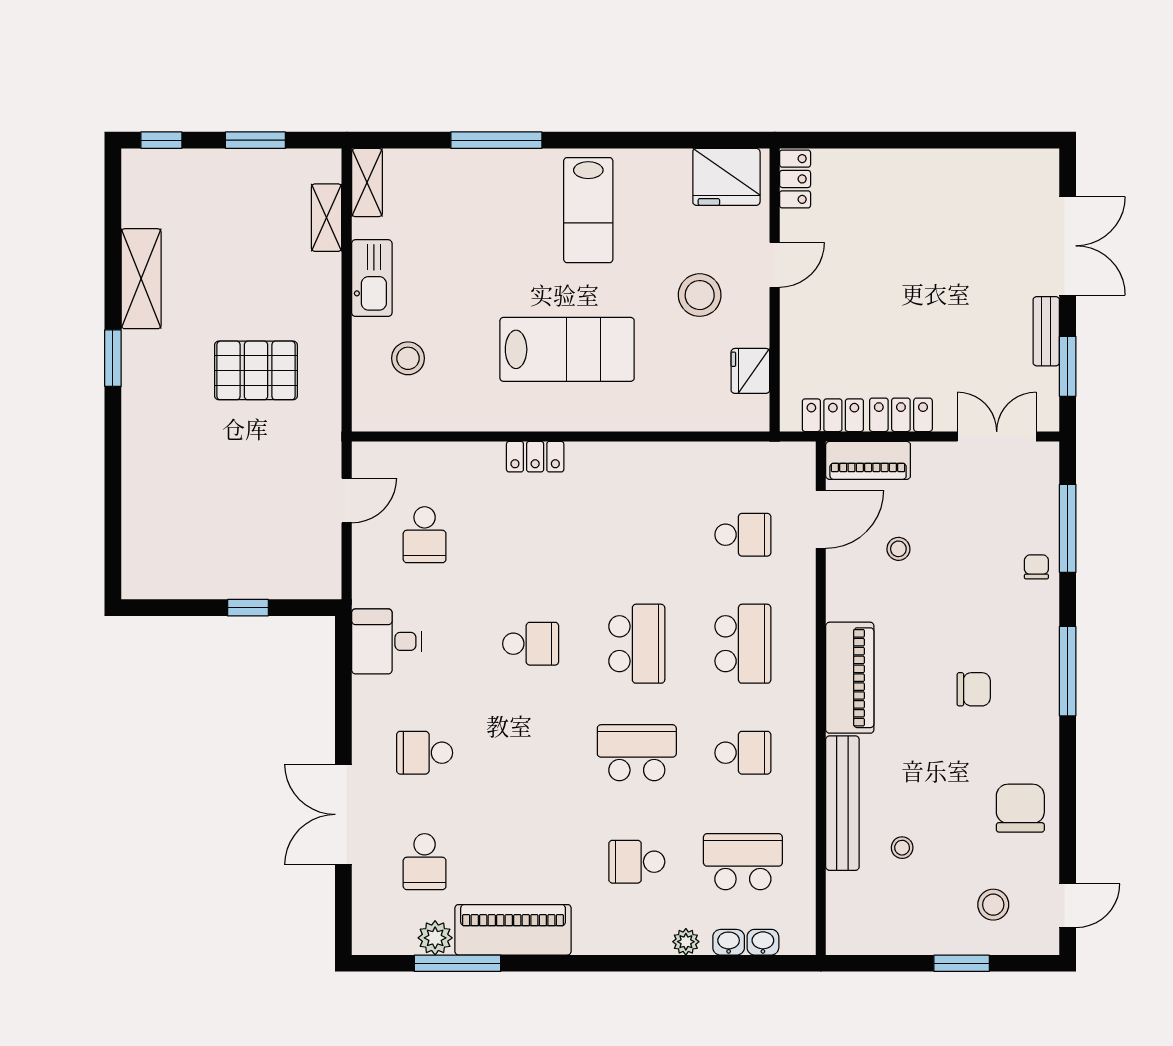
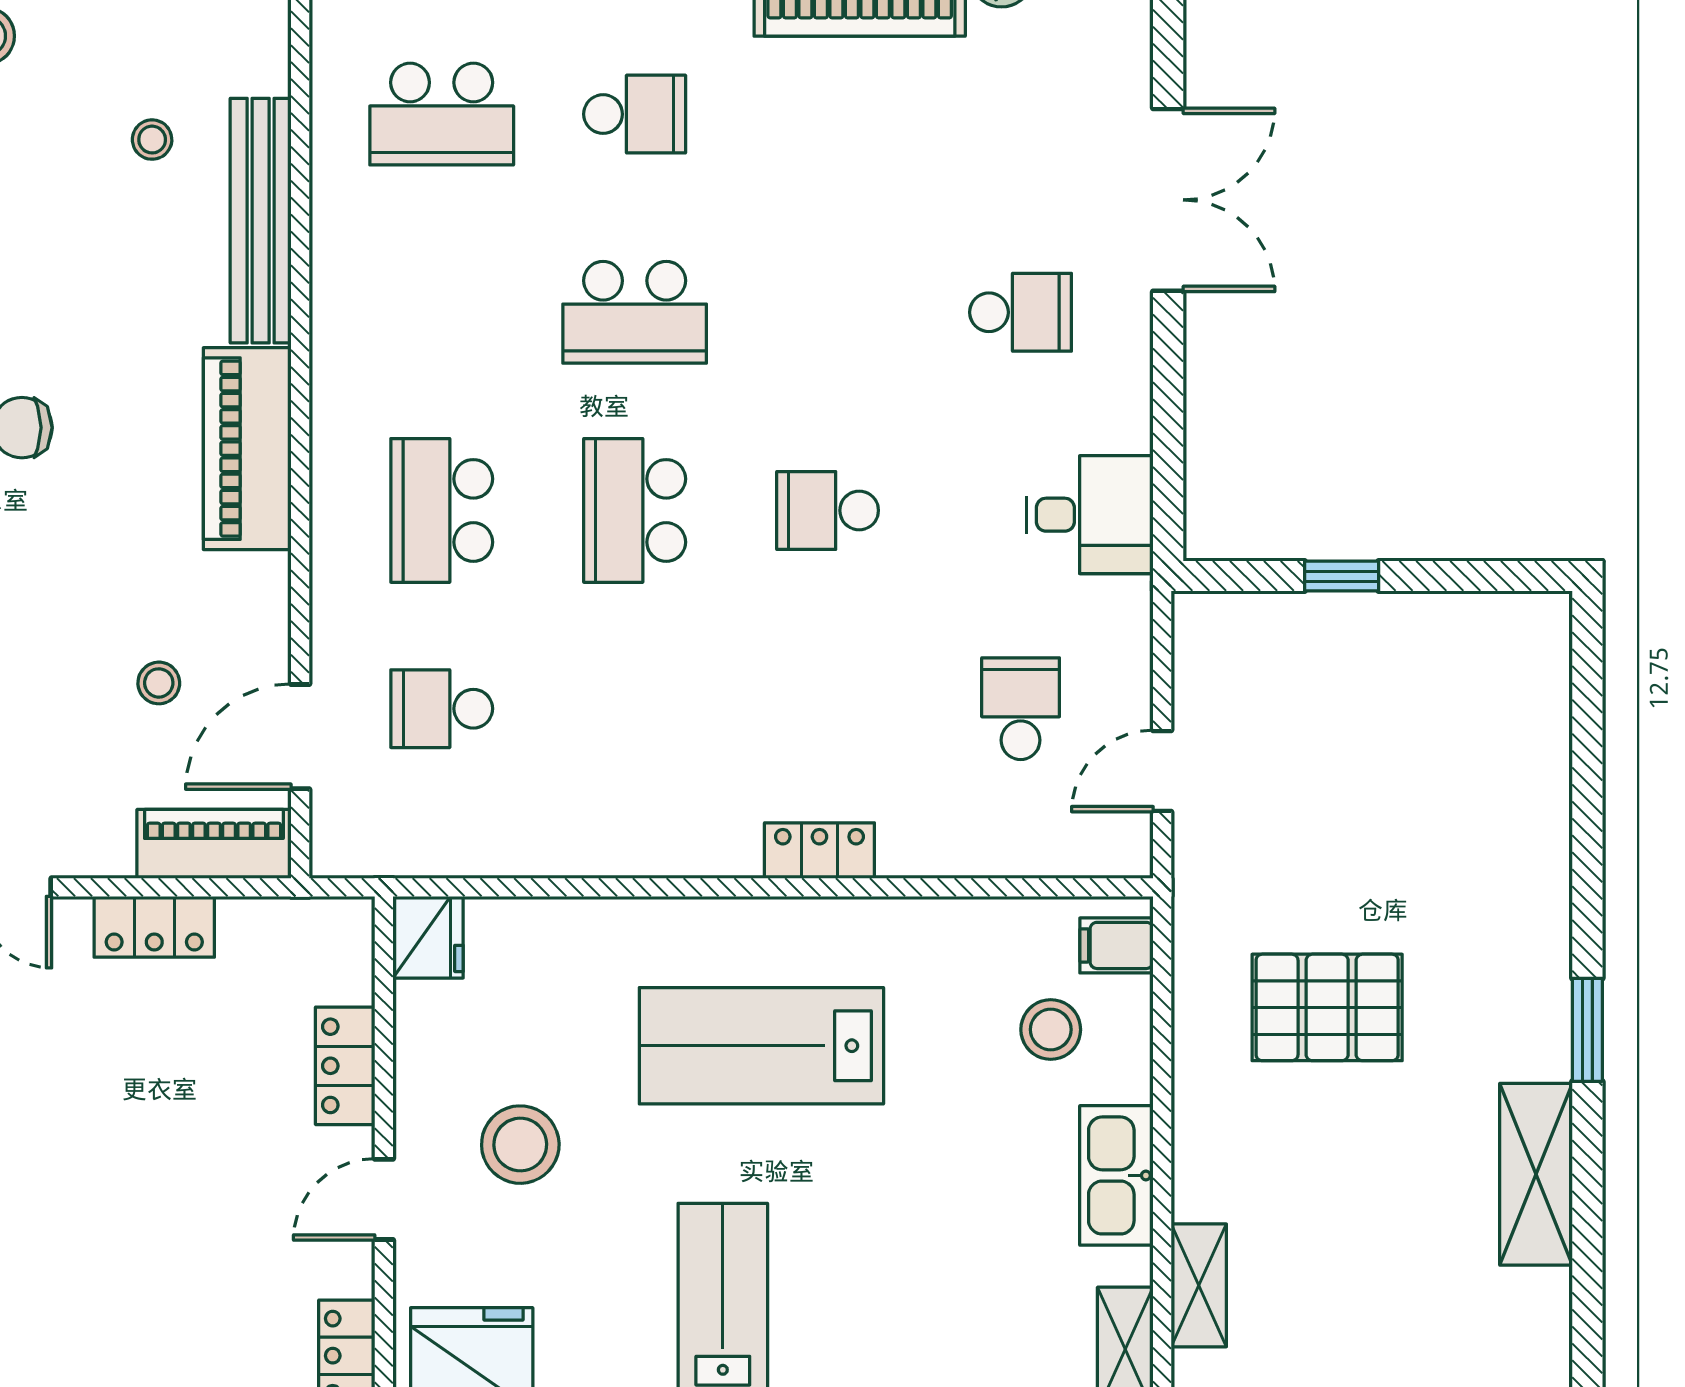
fridge: (750, 371) -> (428, 937), moved
filing cabinet: (372, 405) -> (1116, 945), added
locker: (833, 415) -> (345, 1066), moved, turned 90
school desk: (743, 753) -> (442, 312), removed
school desk: (425, 862) -> (1021, 114), removed

